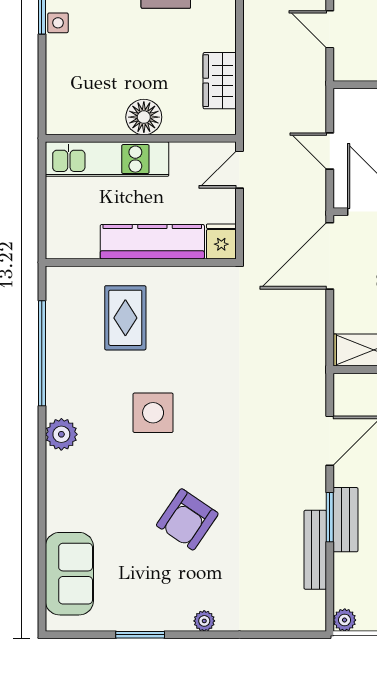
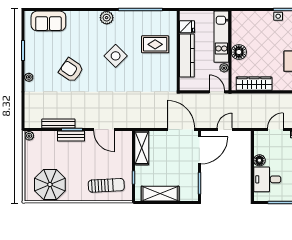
wardrobe: (220, 81) -> (254, 84), width x1.50
plant: (182, 152) -> (224, 68), added
fridge: (221, 241) -> (187, 27), moved
side table: (153, 413) -> (116, 56), turned 45

